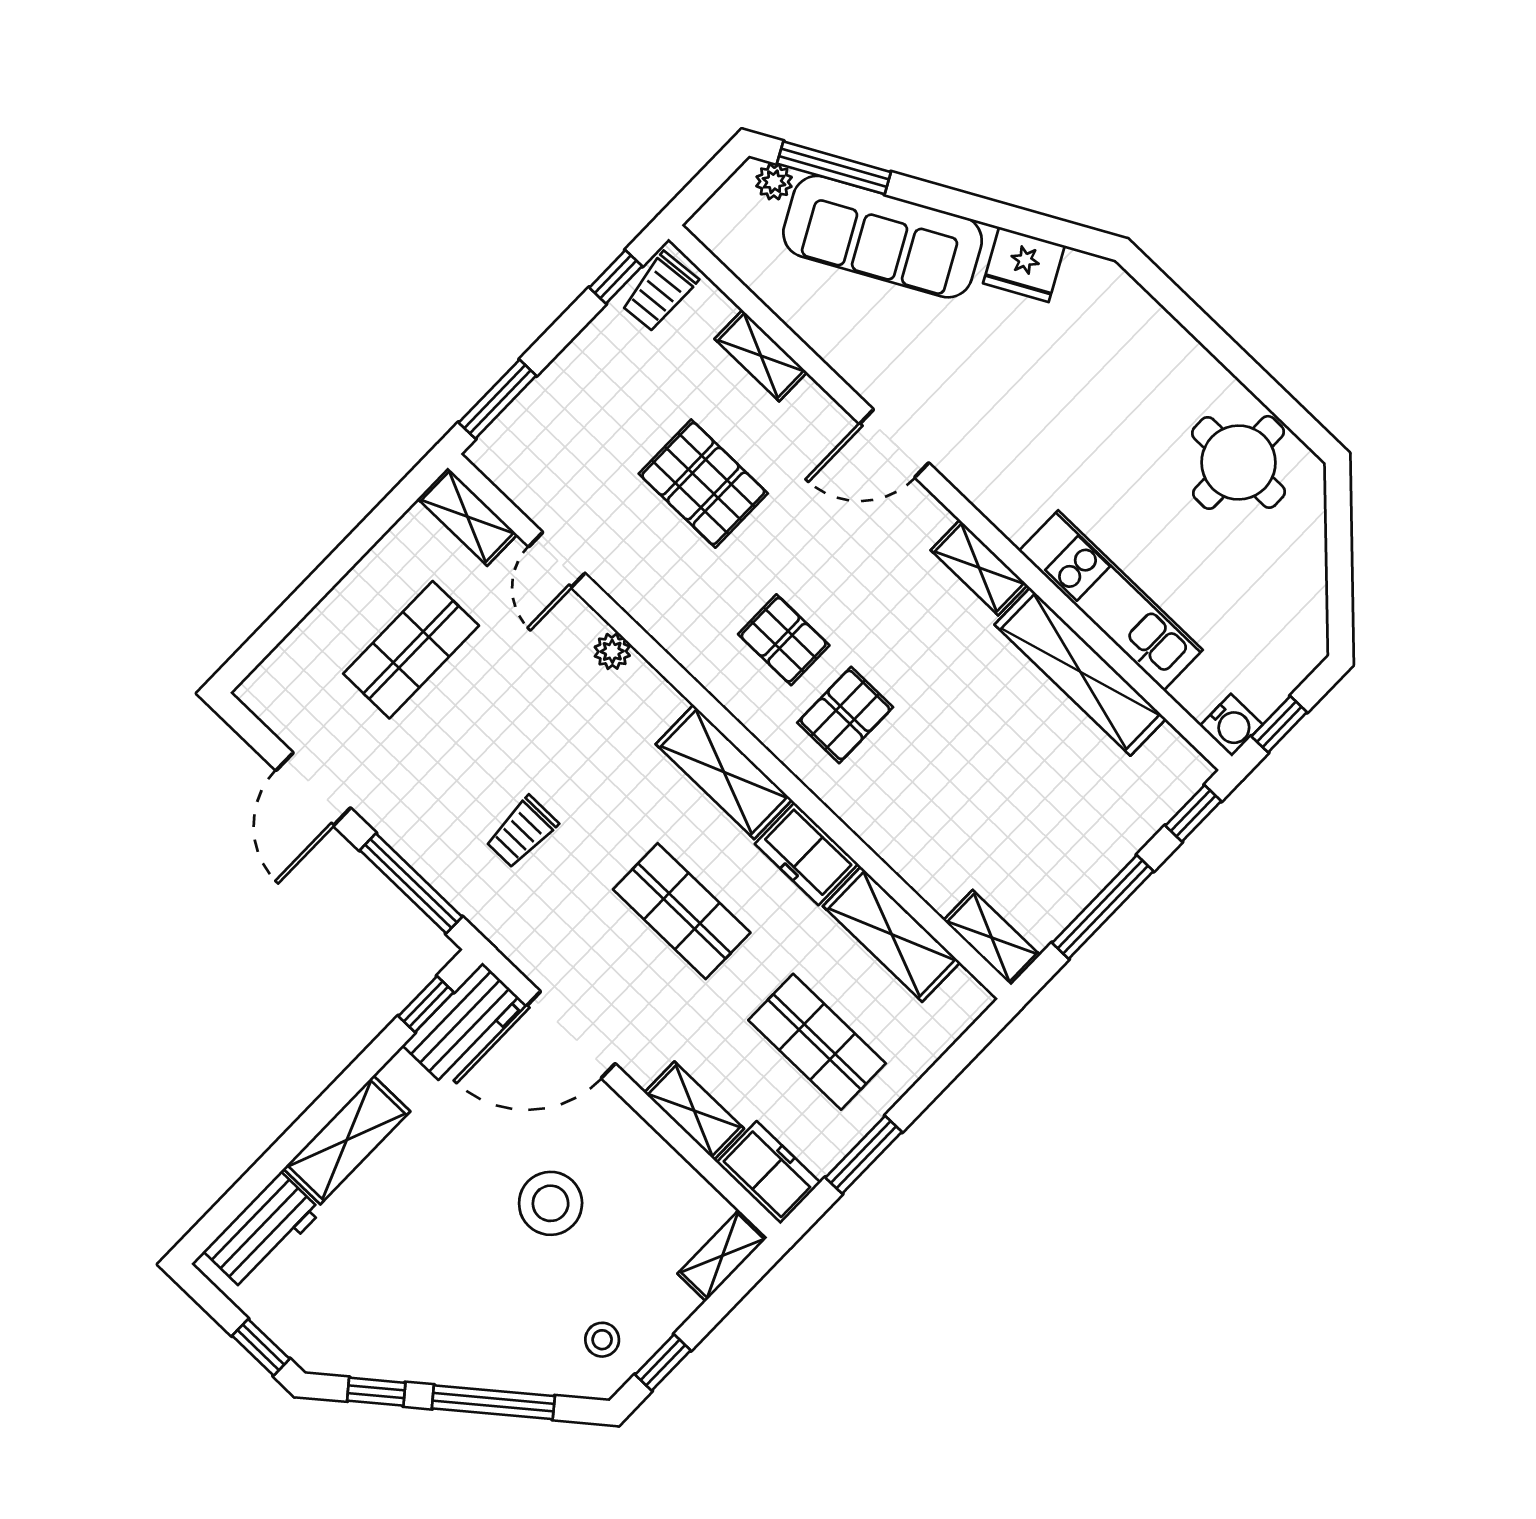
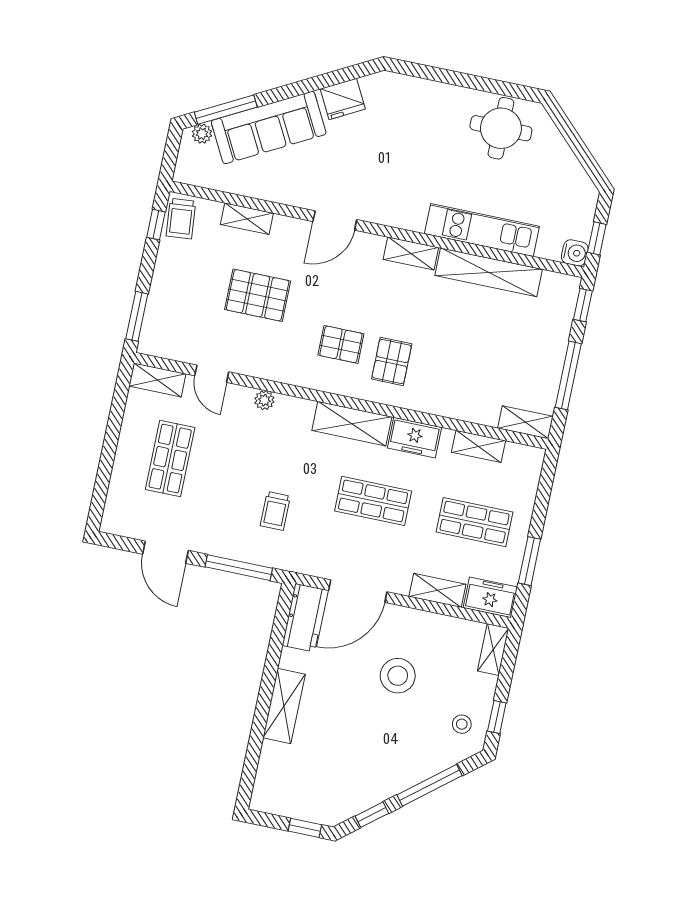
shelving: (892, 934) -> (478, 446), width x0.67, depth x0.75
window: (426, 1004) -> (281, 619), removed
workbench: (263, 1231) -> (272, 773), removed

